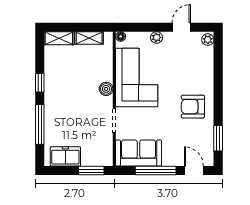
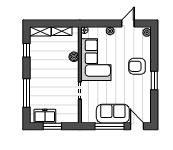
window: (40, 83) -> (26, 50), moved
boiler: (106, 89) -> (74, 57), moved
armchair: (193, 107) -> (137, 66), moved
window: (218, 138) -> (154, 80), moved
sofa: (139, 153) -> (113, 114), moved
window: (91, 171) -> (52, 126), moved

